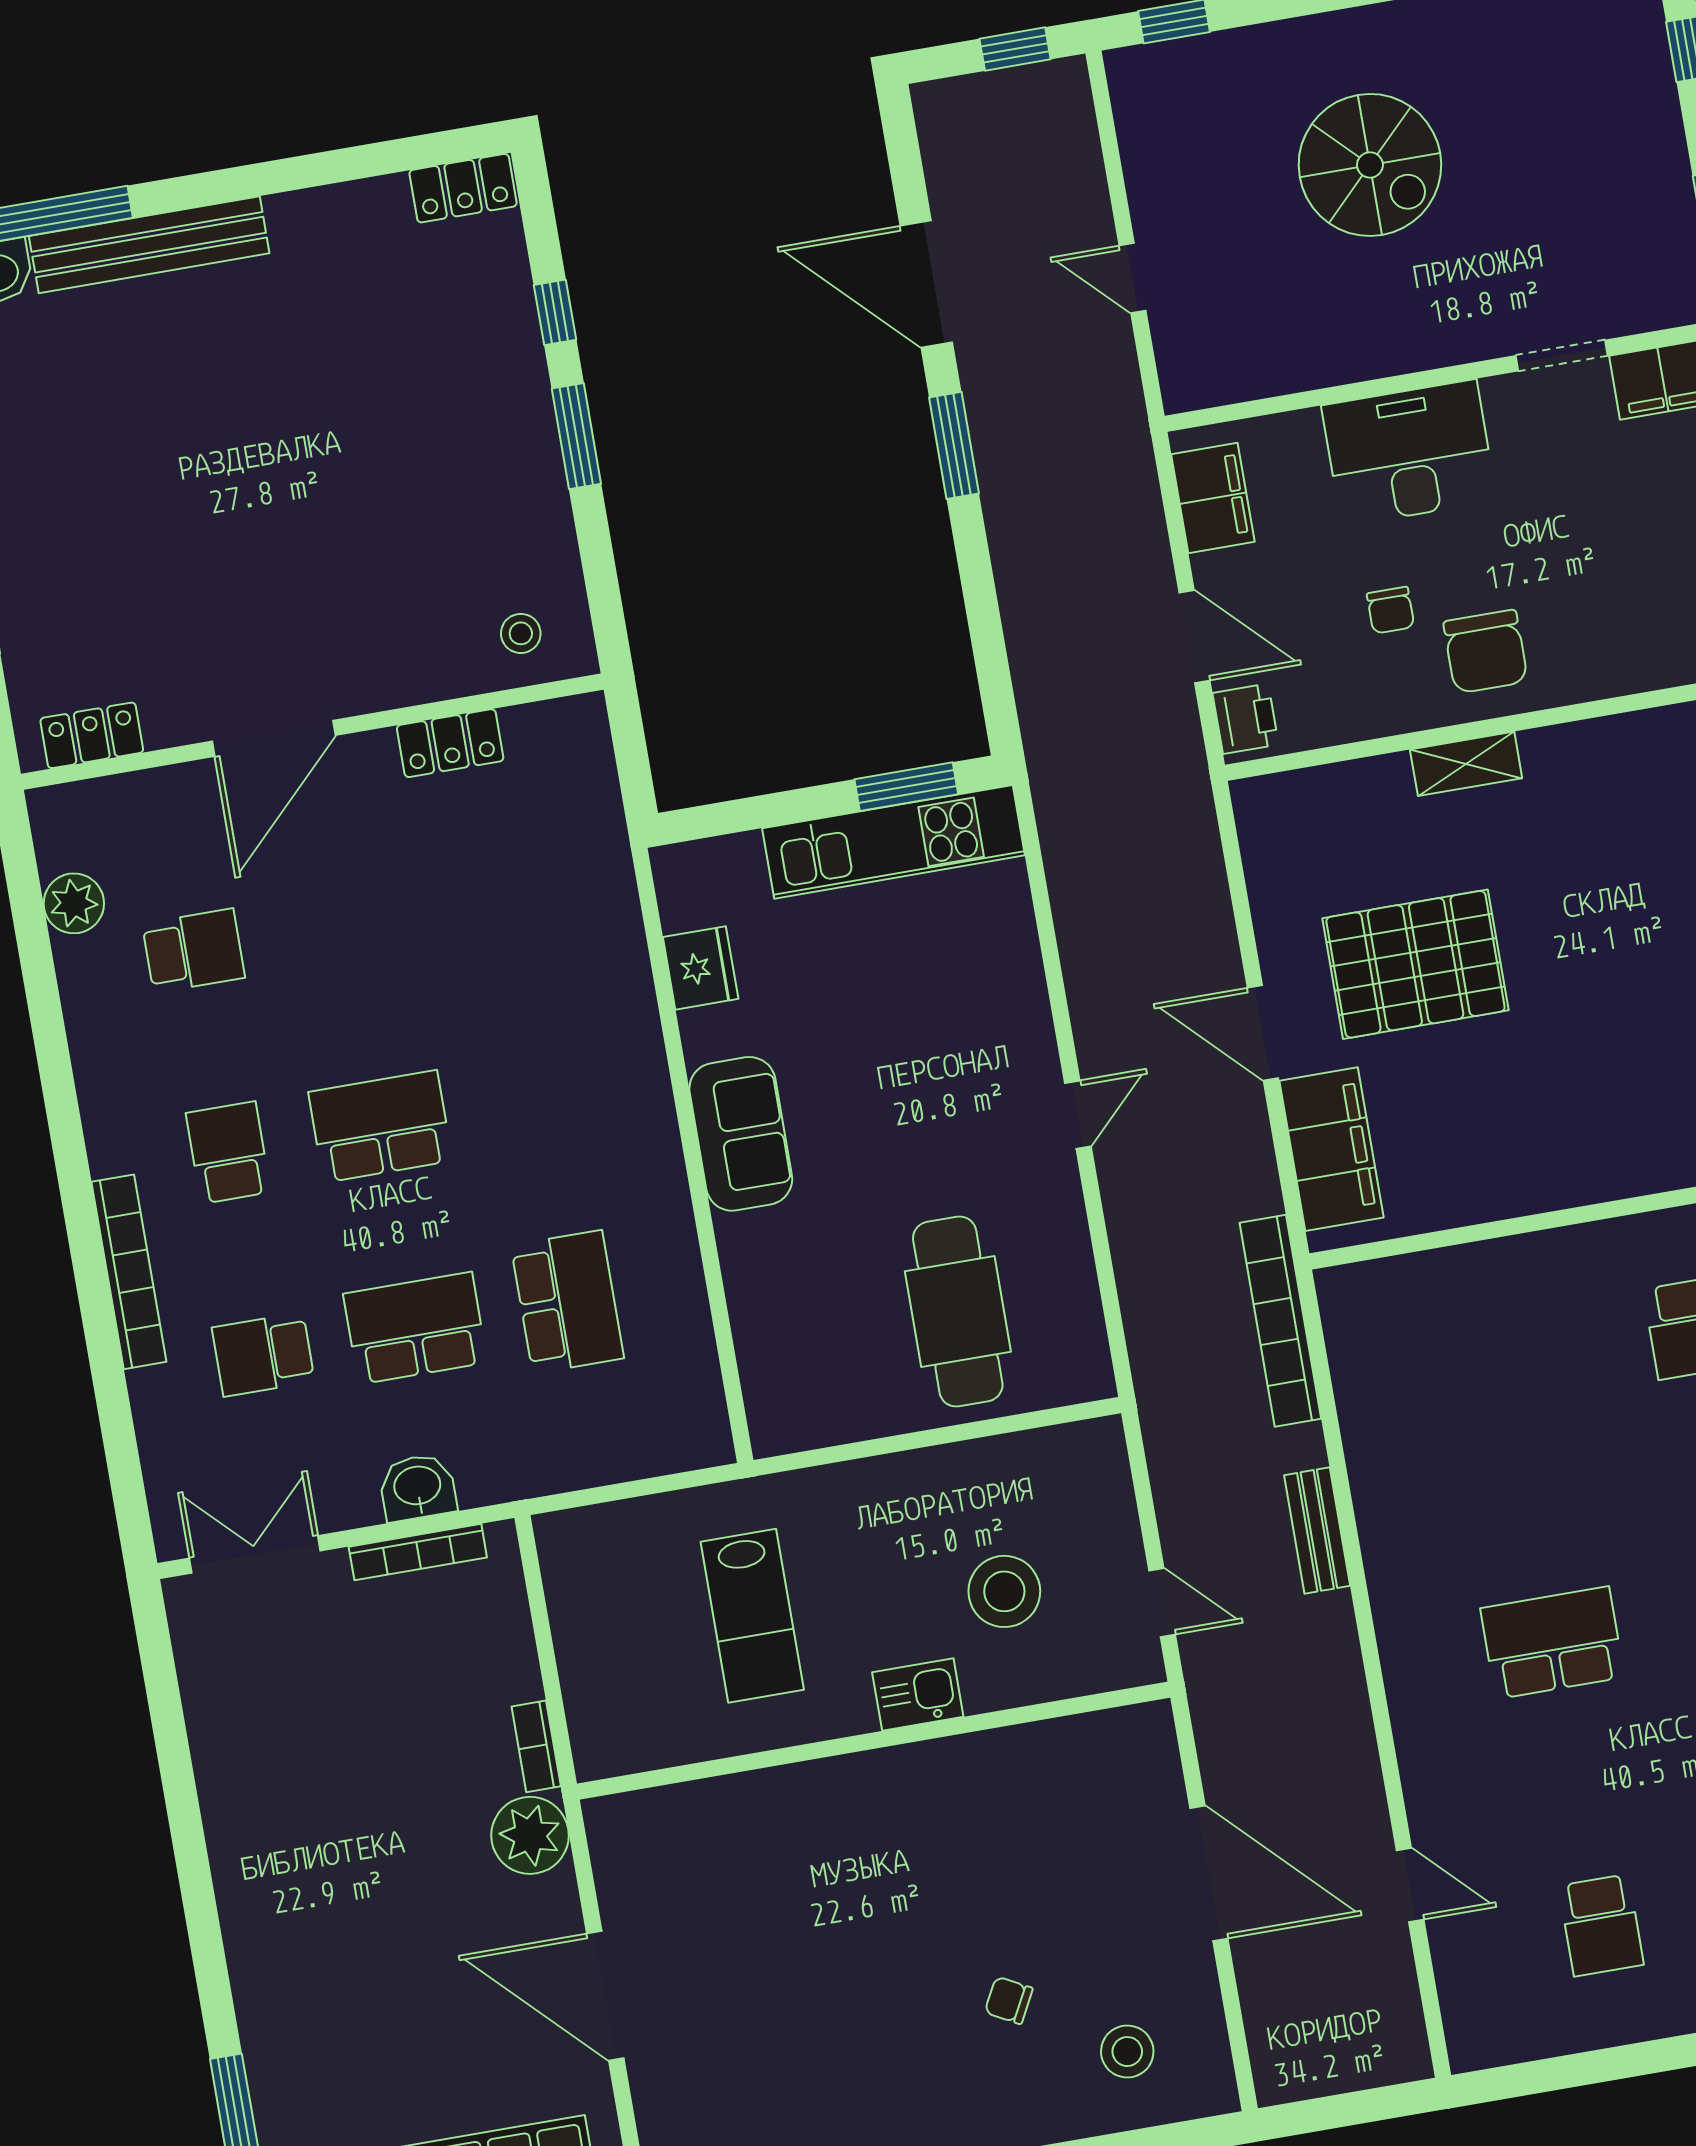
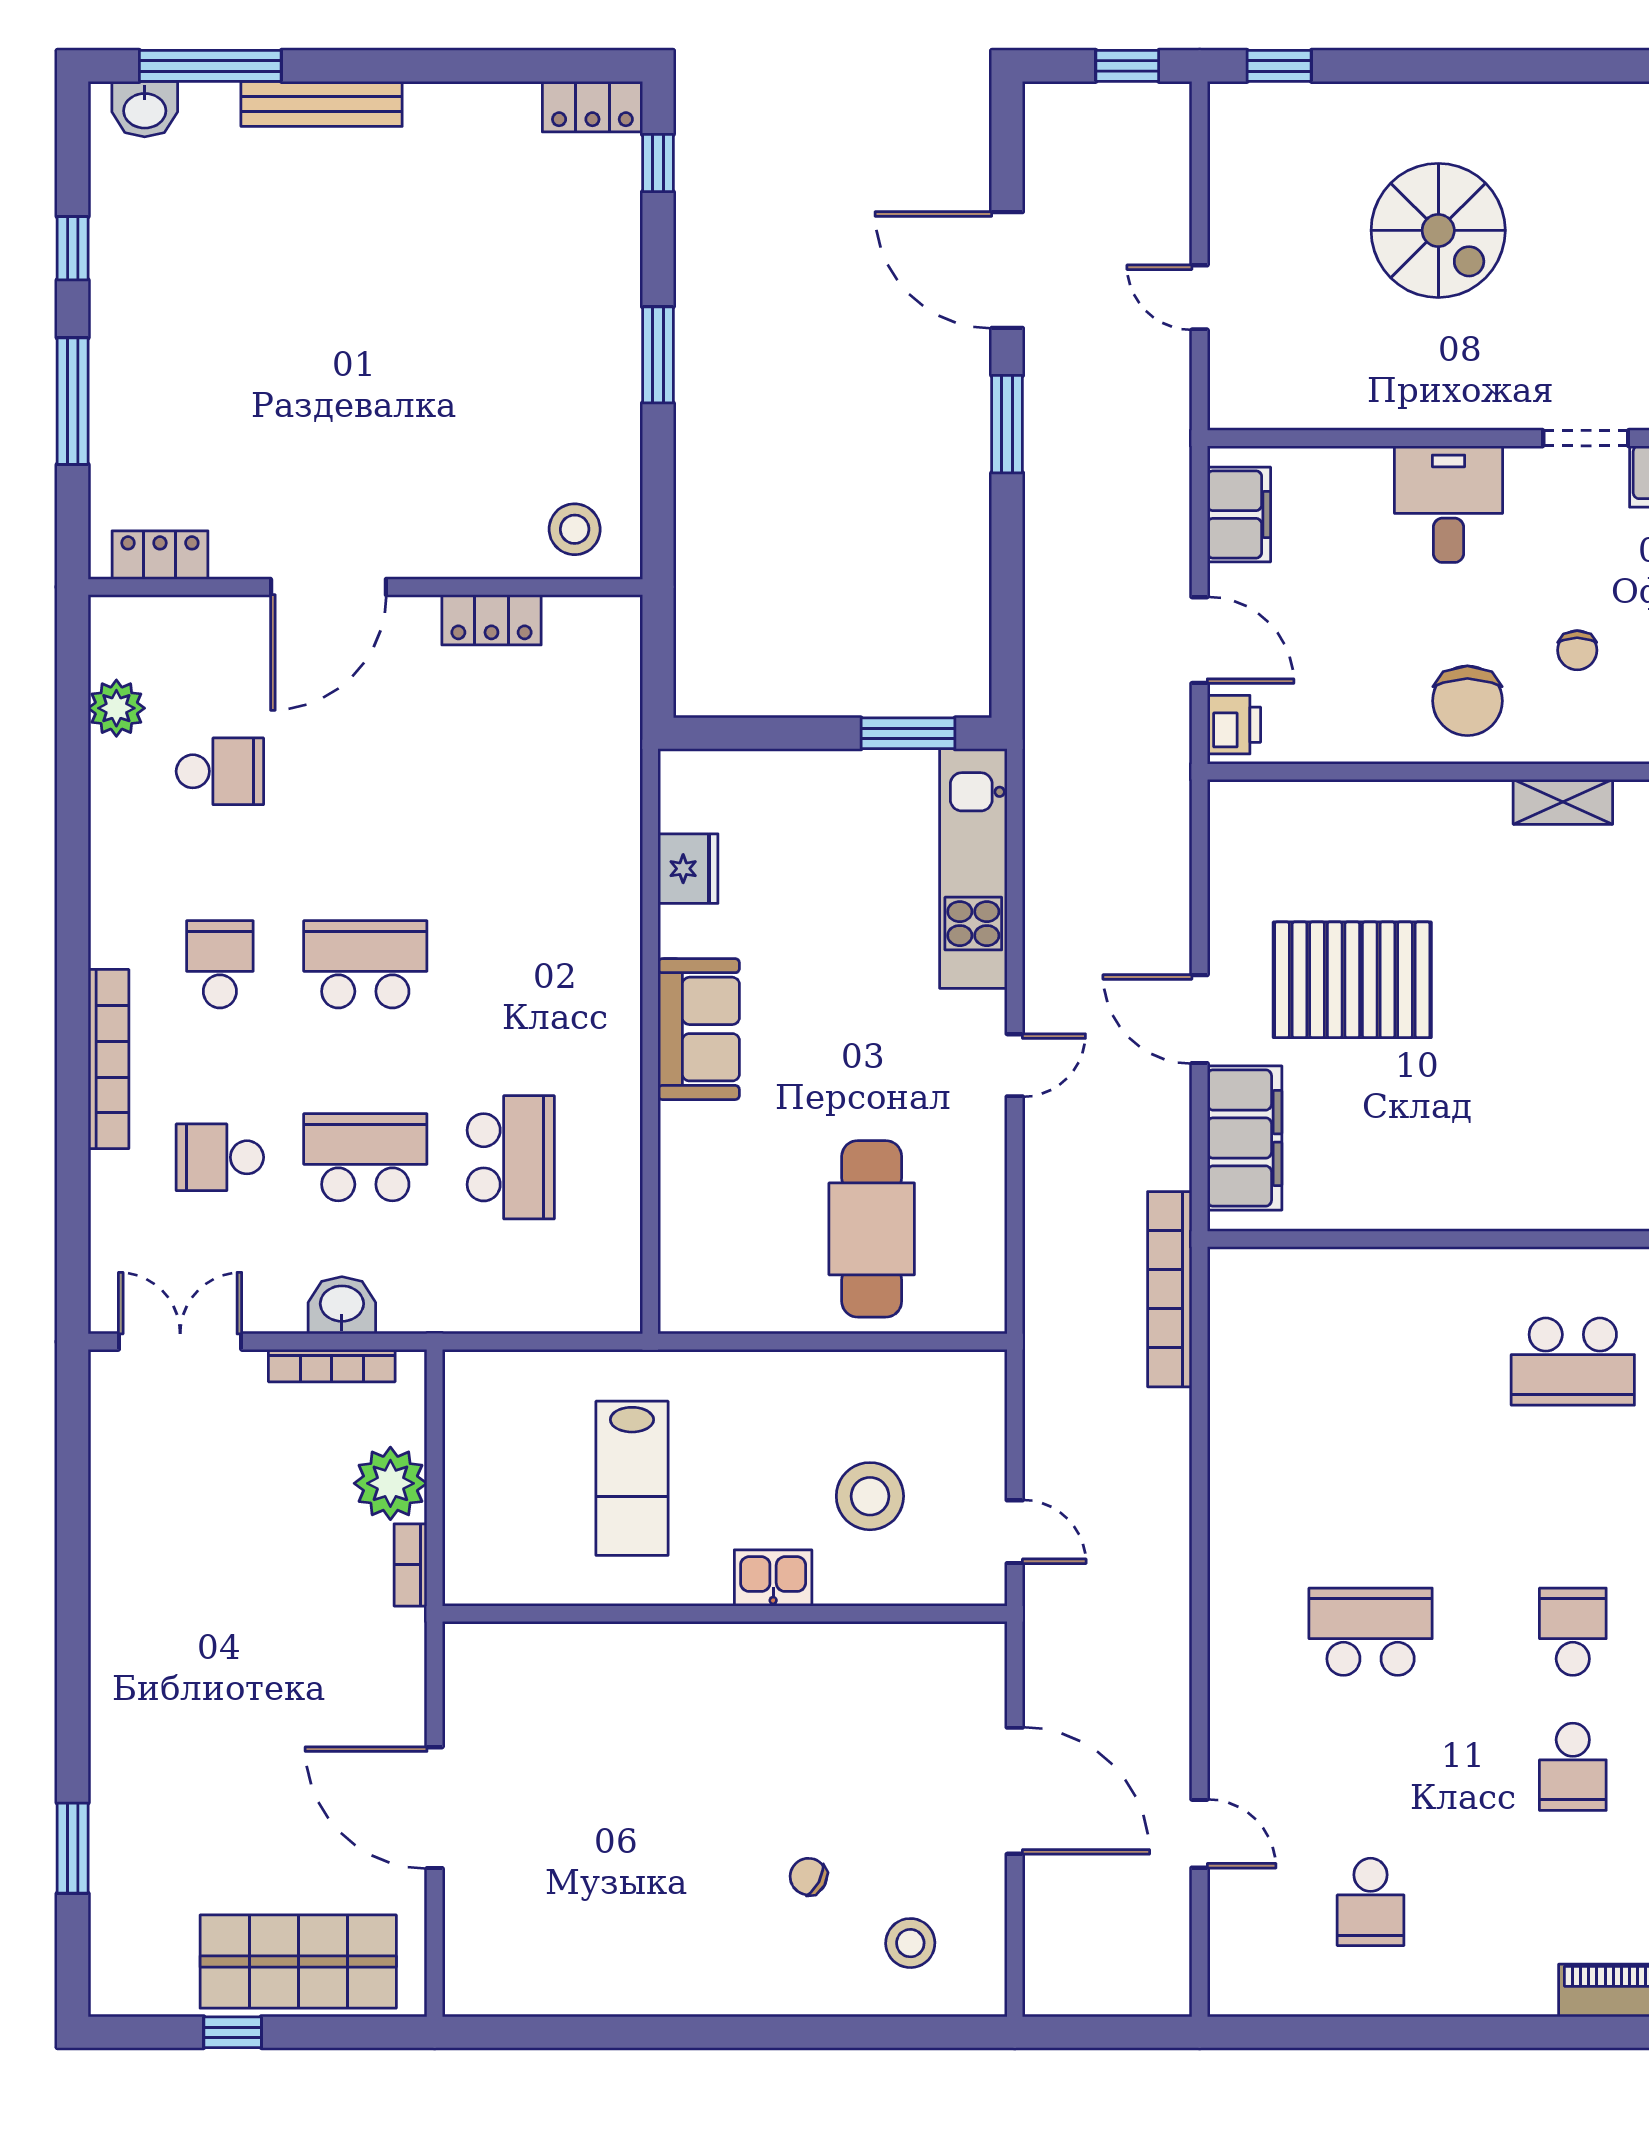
bench: (149, 245) -> (322, 104), width x0.73, depth x0.82
window: (555, 312) -> (658, 163), moved
desk: (1409, 453) -> (1449, 504), width x0.73
chair: (1391, 610) -> (1577, 650), moved
stool: (521, 633) -> (575, 529), width x1.37, depth x1.37
shelving: (1466, 764) -> (1563, 802), moved
kitchen unit: (893, 842) -> (973, 868), moved, turned 90
bench: (1317, 1530) -> (1170, 1490), removed
plant: (530, 1835) -> (390, 1483), moved

